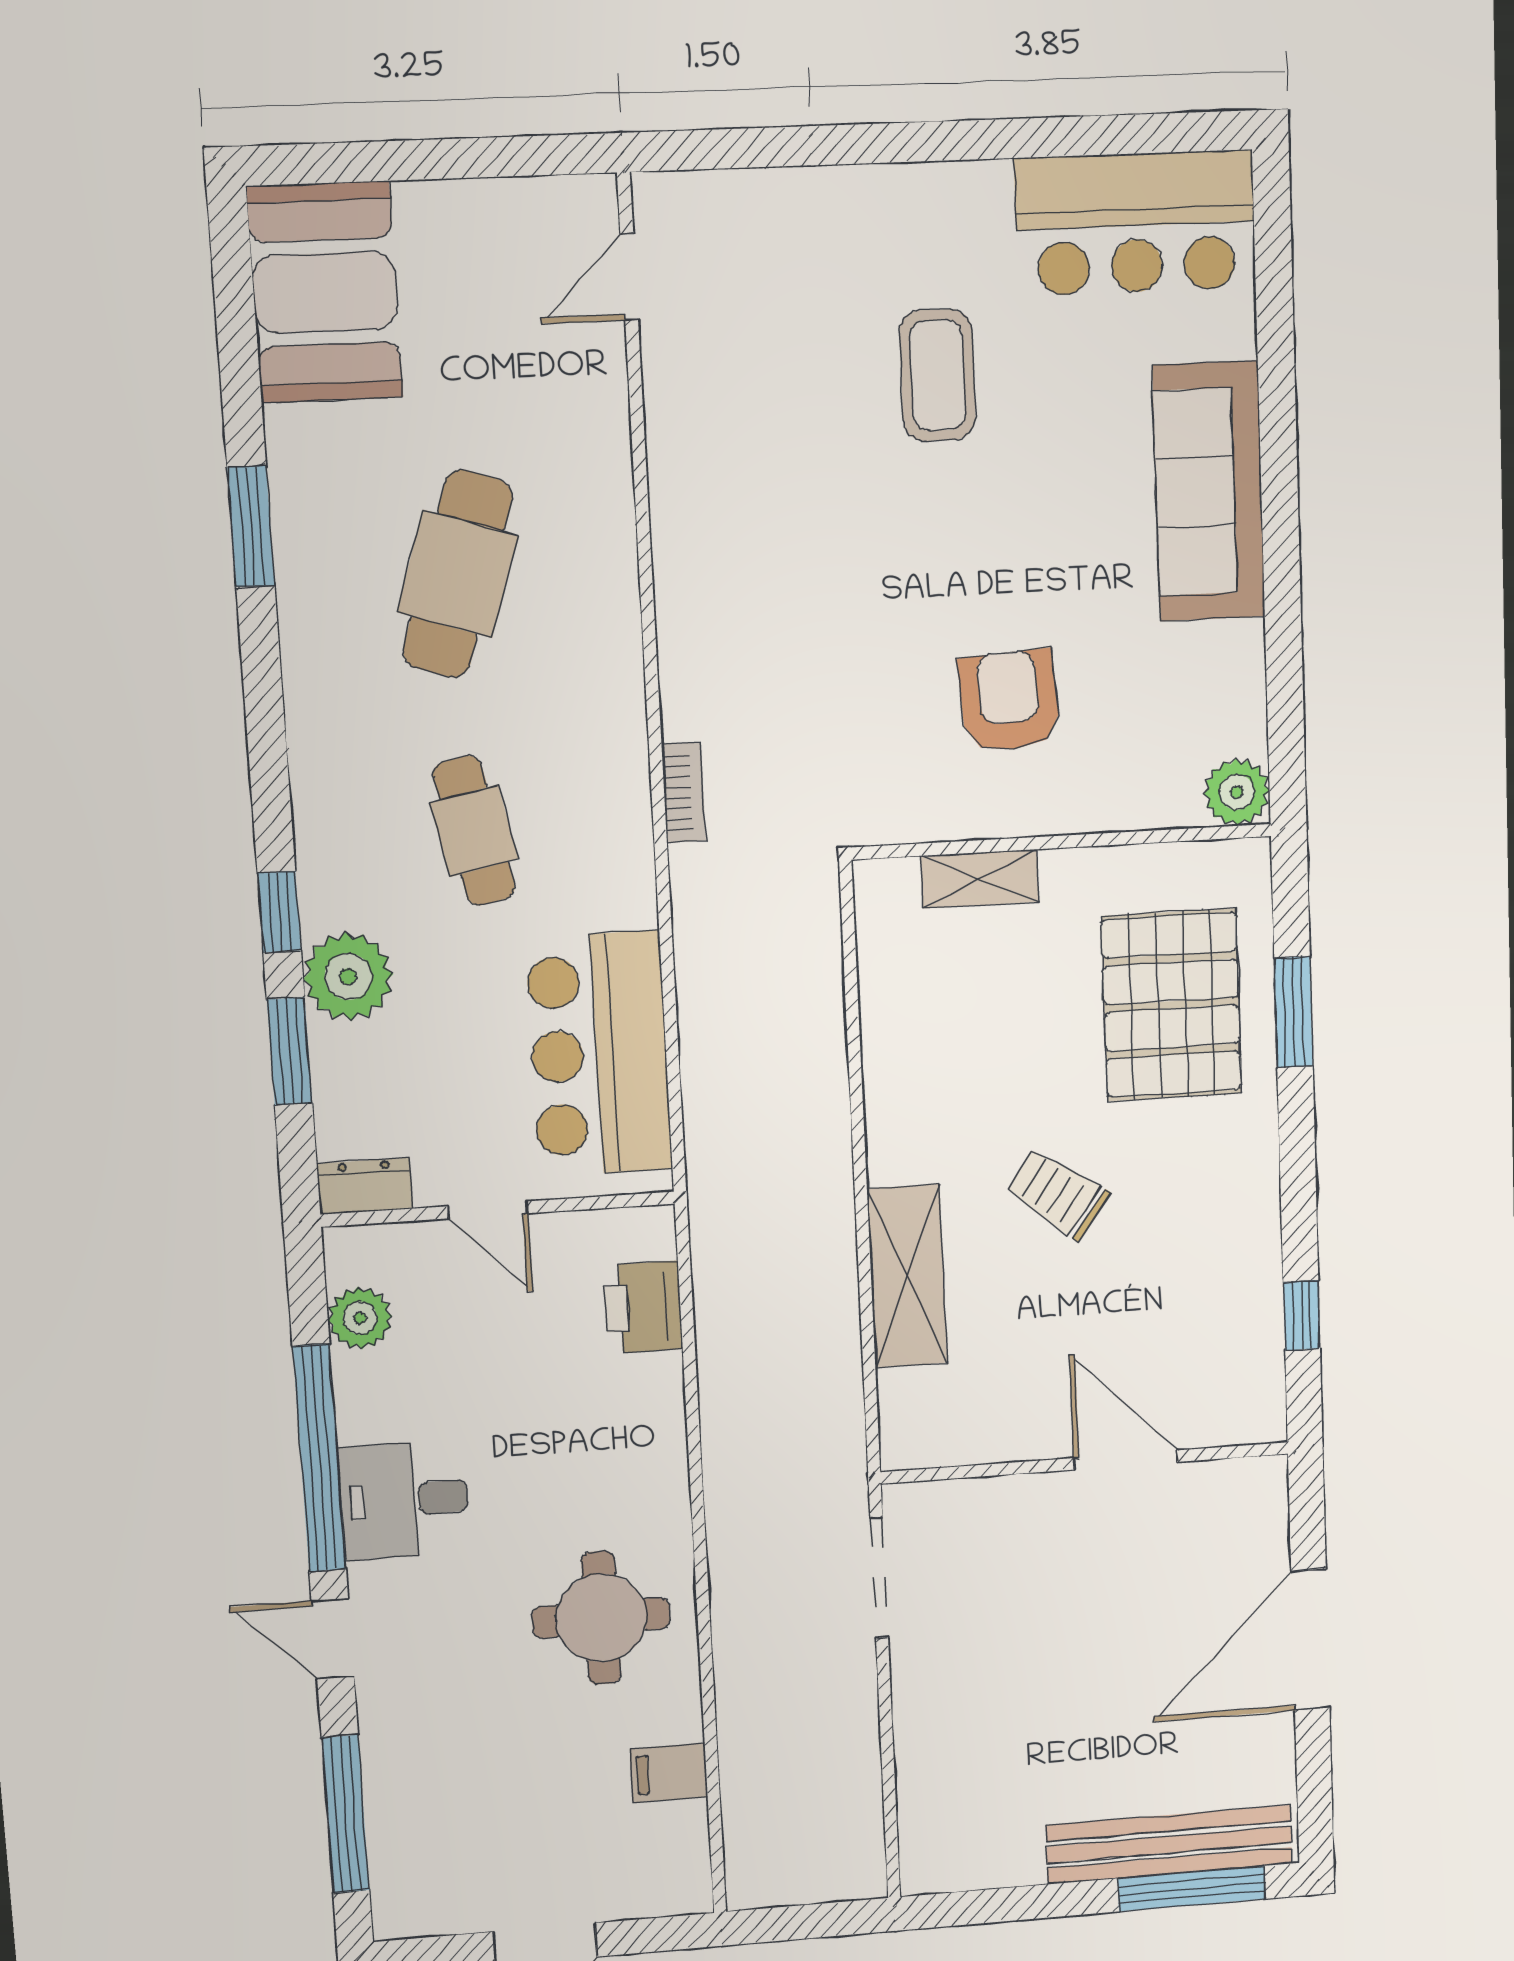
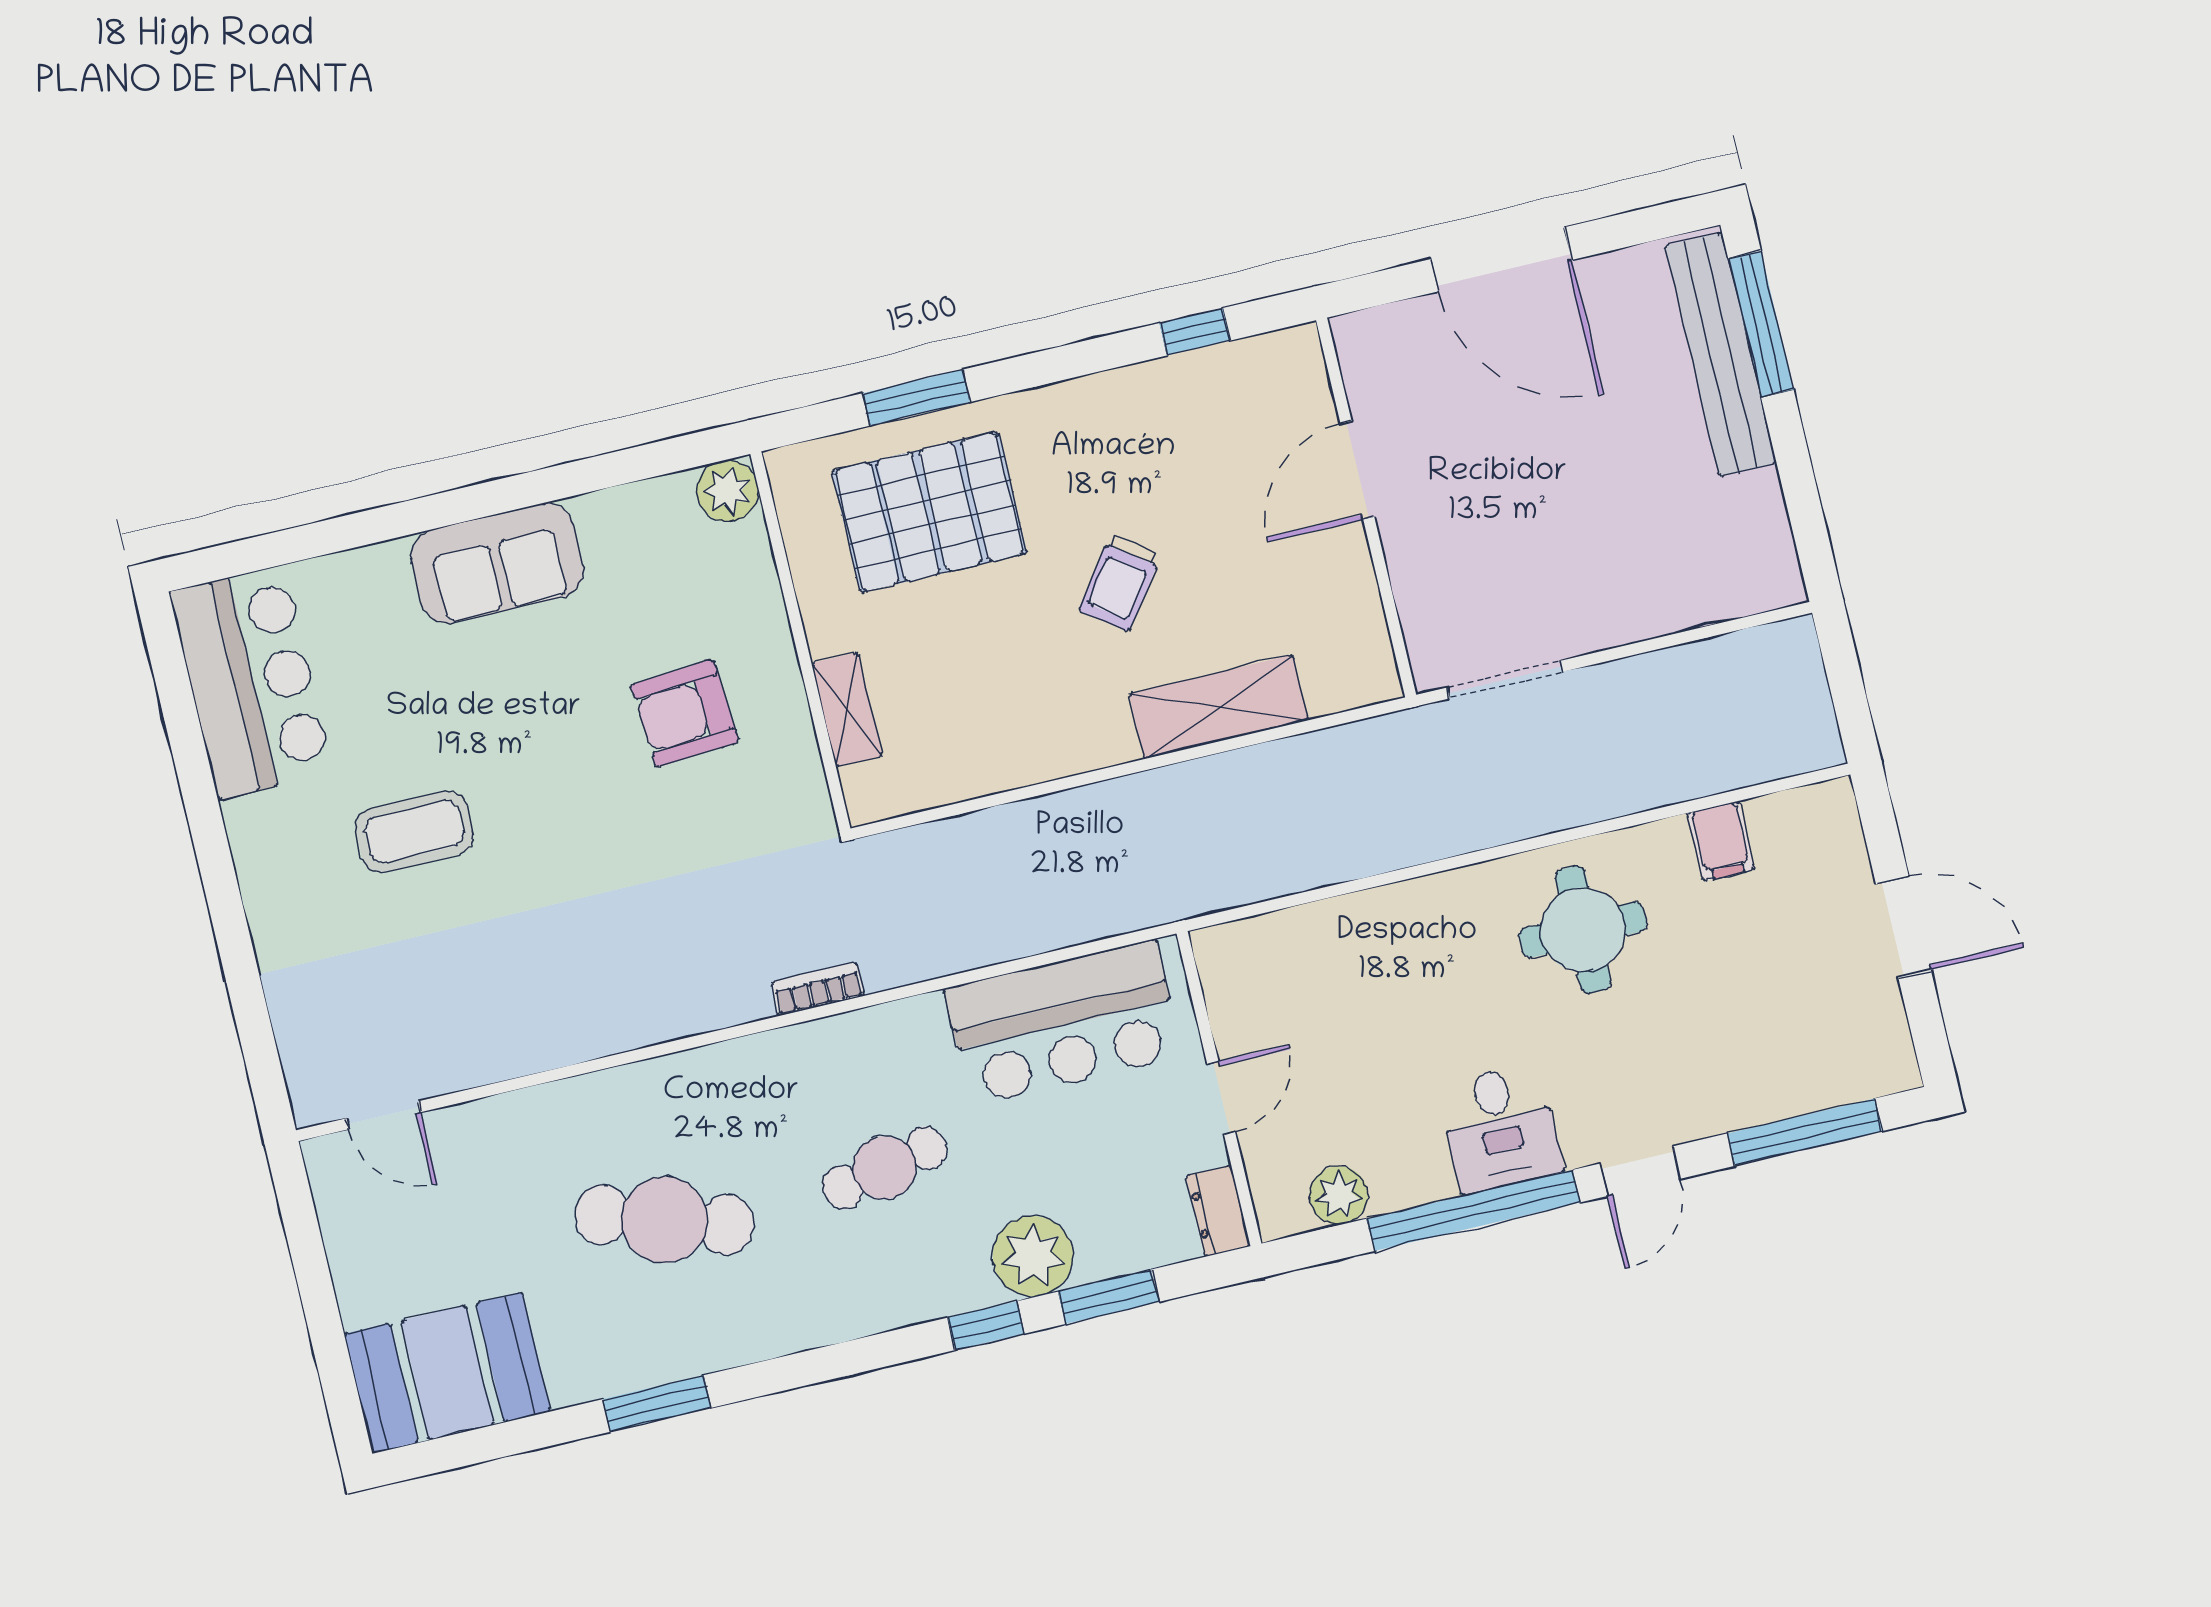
sofa: (1209, 491) -> (497, 563), width x0.73
printer: (643, 1307) -> (1287, 943), removed

